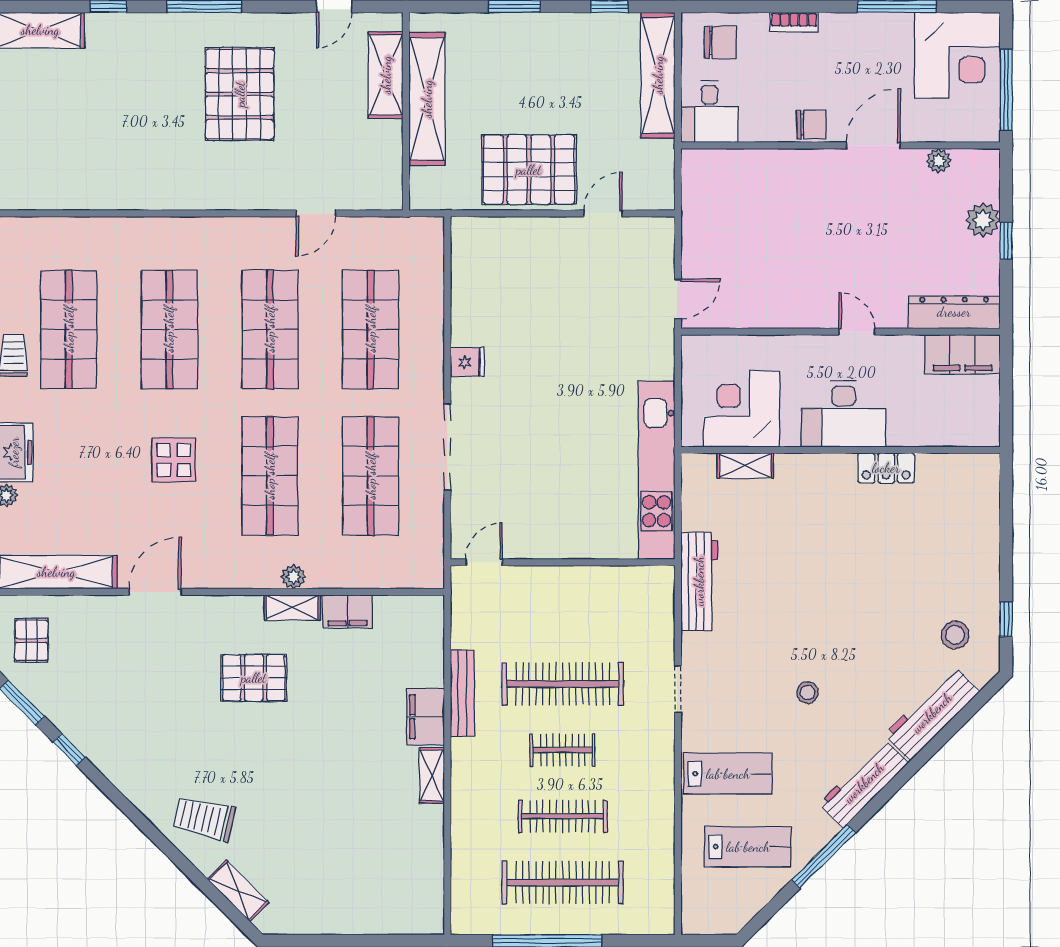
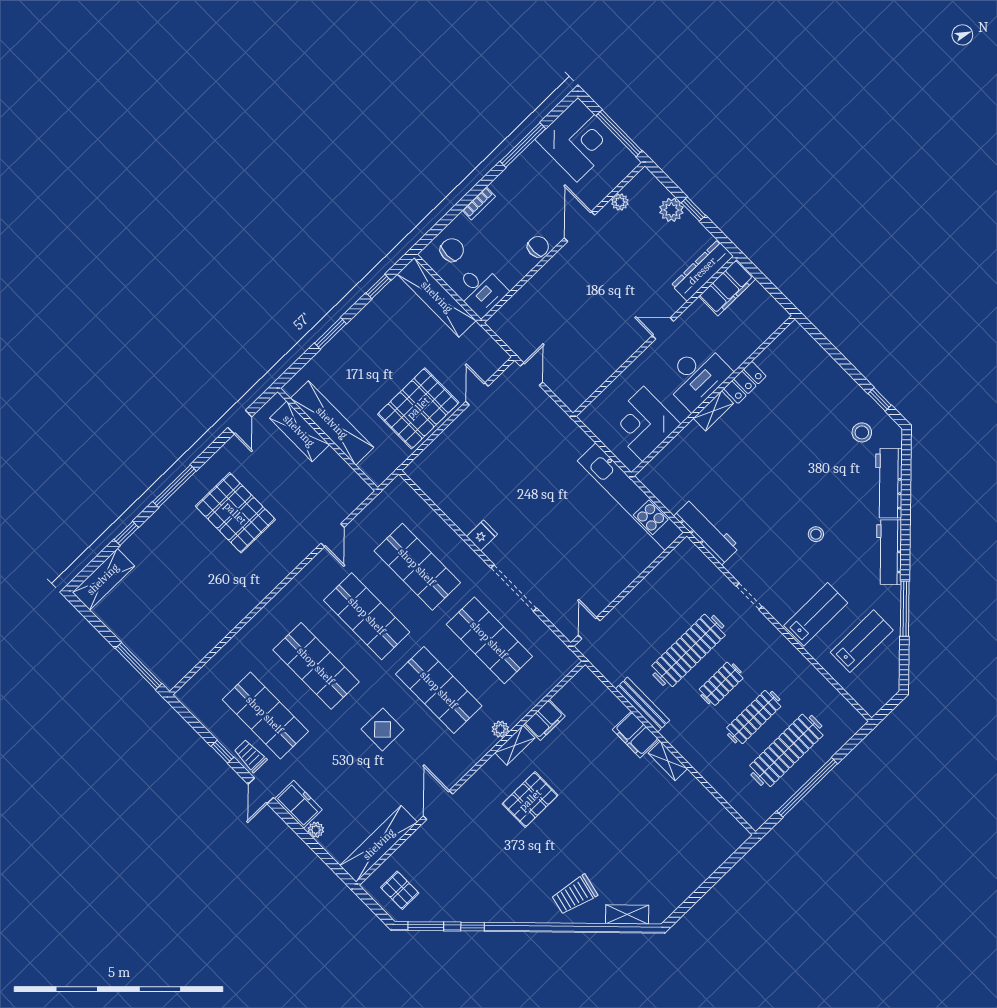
door: (678, 299) -> (532, 374), moved
shelving: (745, 466) -> (713, 411), moved

